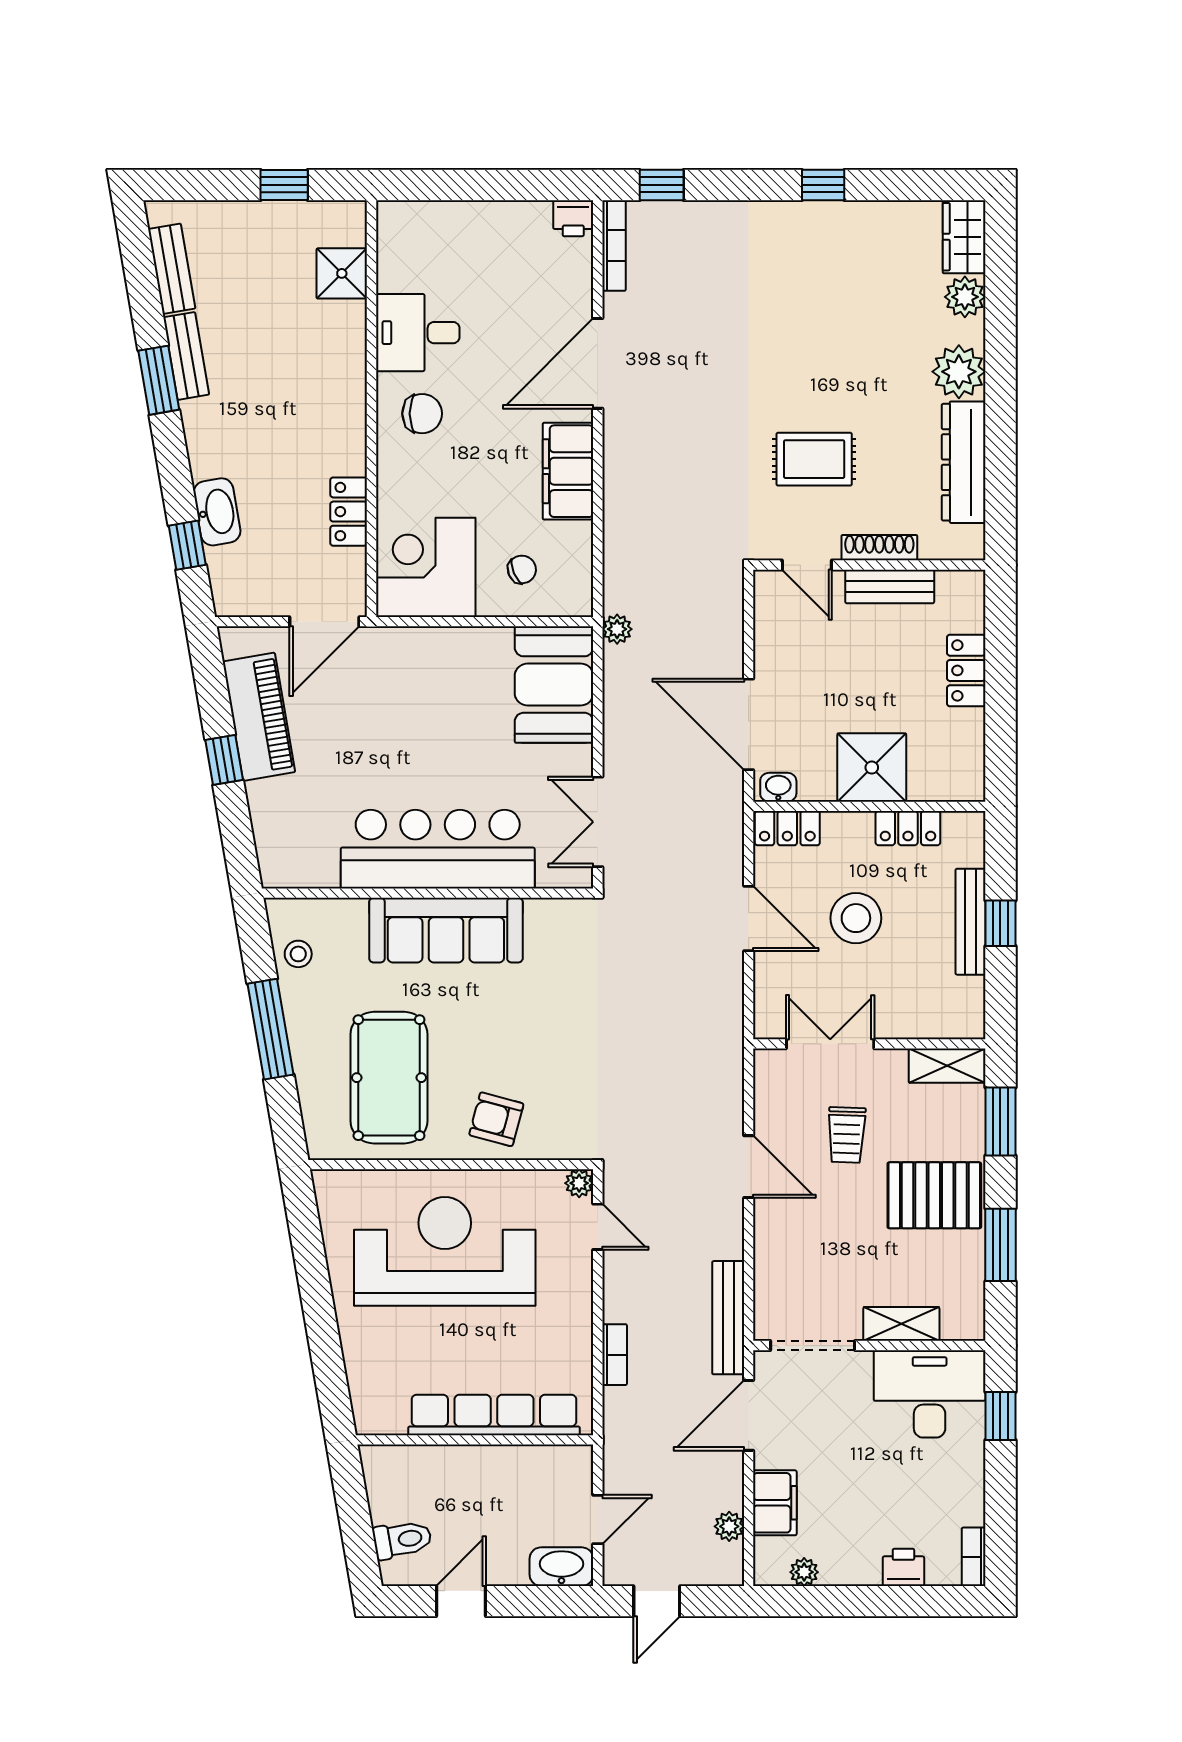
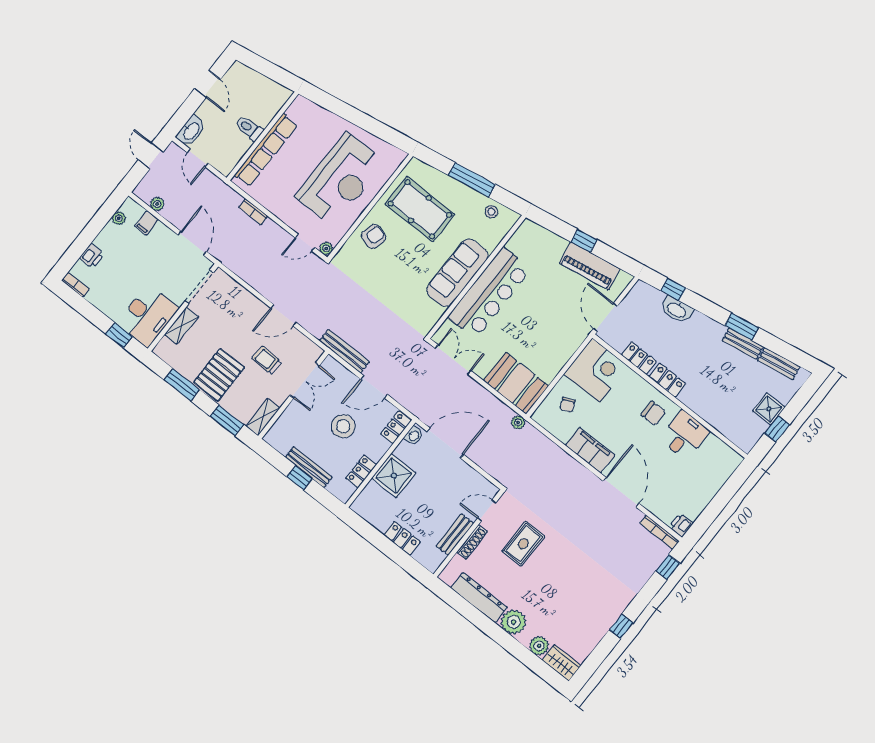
shower: (342, 273) -> (769, 409), moved
chair: (422, 414) -> (653, 413), turned -90
locker: (348, 434) -> (667, 380), added
bench: (728, 1318) -> (344, 351), moved
filing cabinet: (775, 1503) -> (147, 223), width x0.50
toilet: (402, 1540) -> (249, 128), moved, turned 100

